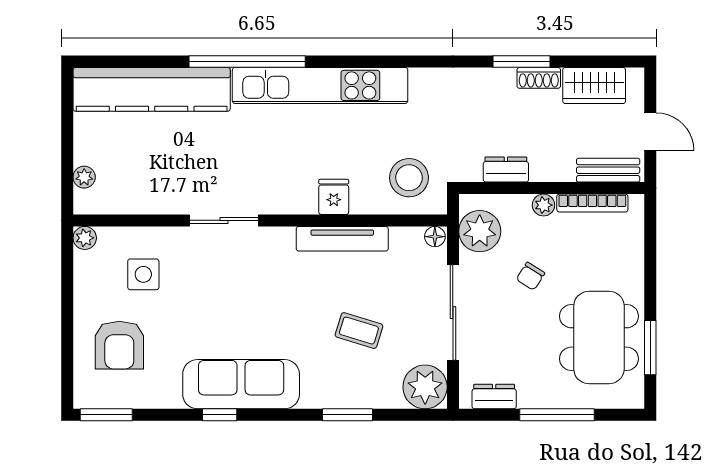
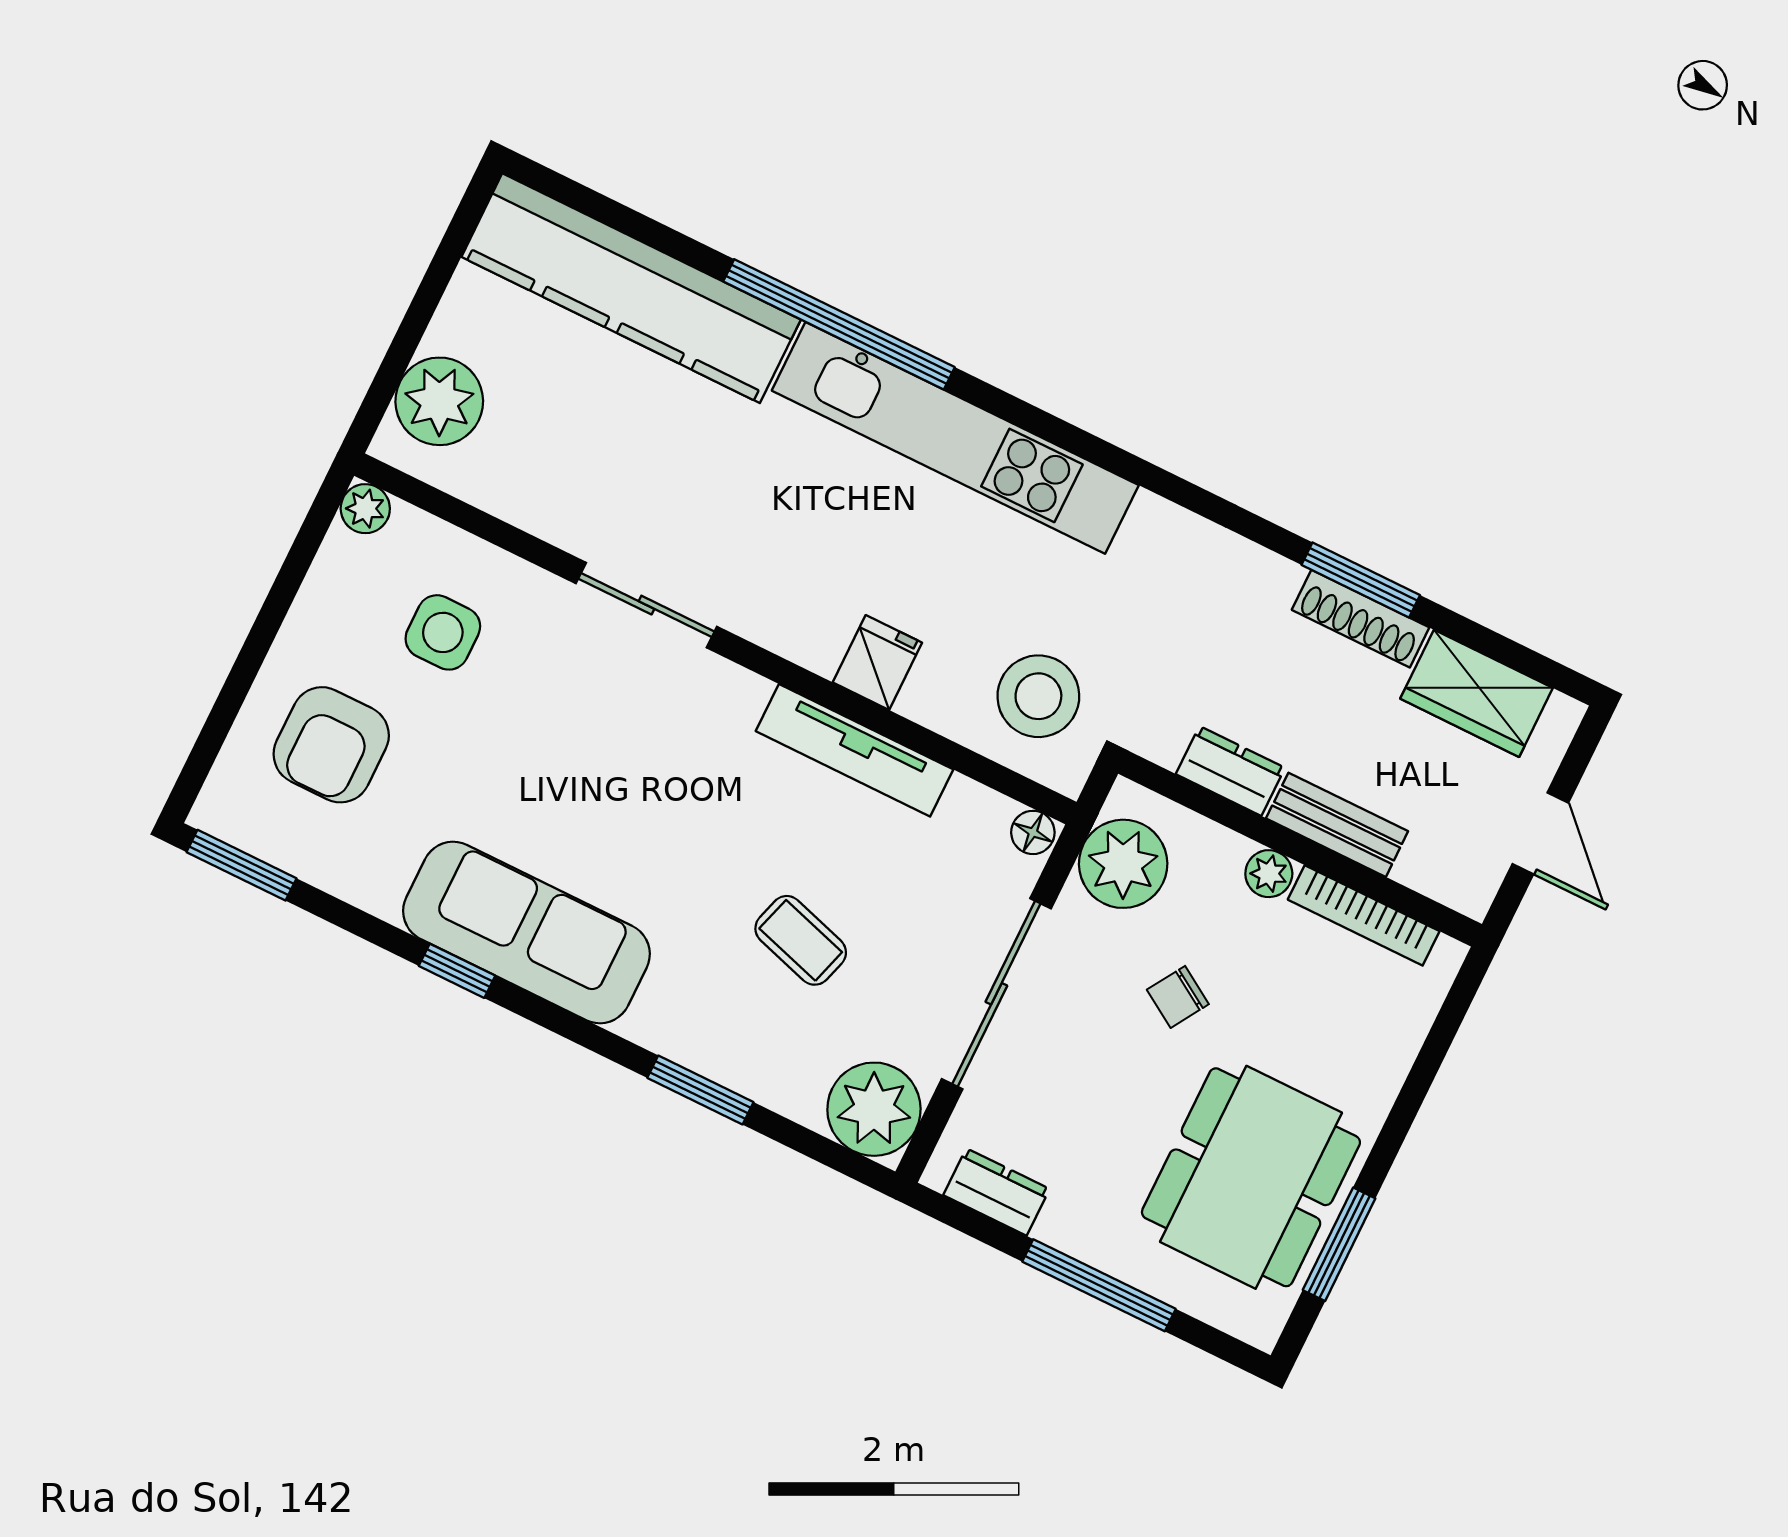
shoe rack: (539, 78) -> (1361, 619), width x1.43
bench: (608, 170) -> (1337, 825), moved
plant: (84, 177) -> (439, 401), width x1.88, depth x1.88

